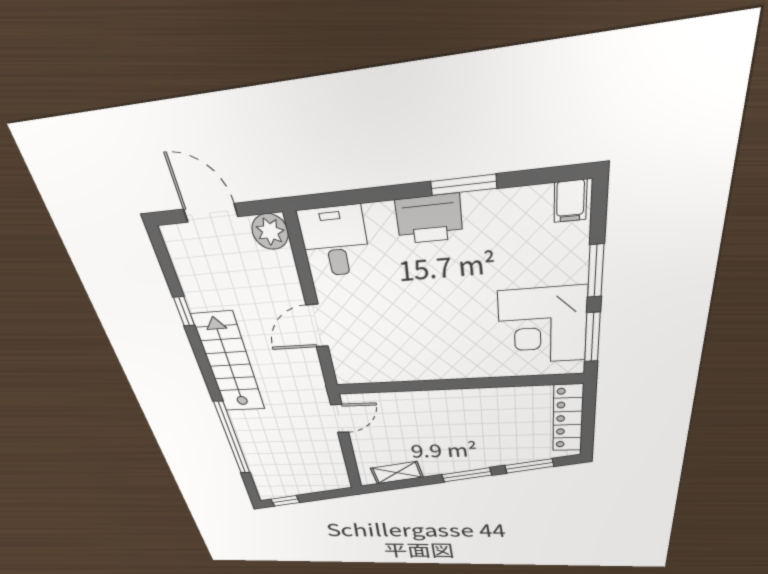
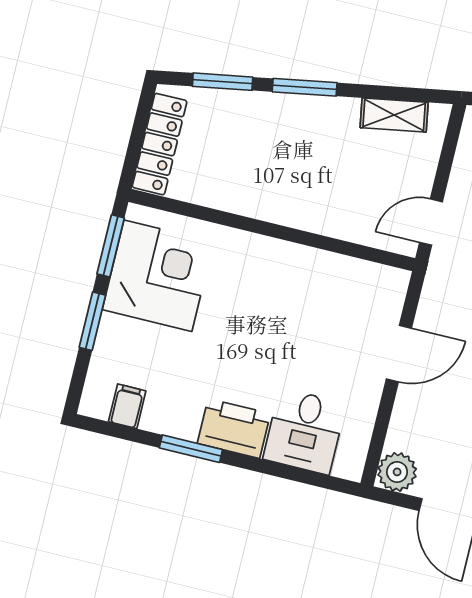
filing cabinet: (570, 201) -> (127, 406), moved
desk: (335, 242) -> (305, 431), moved

